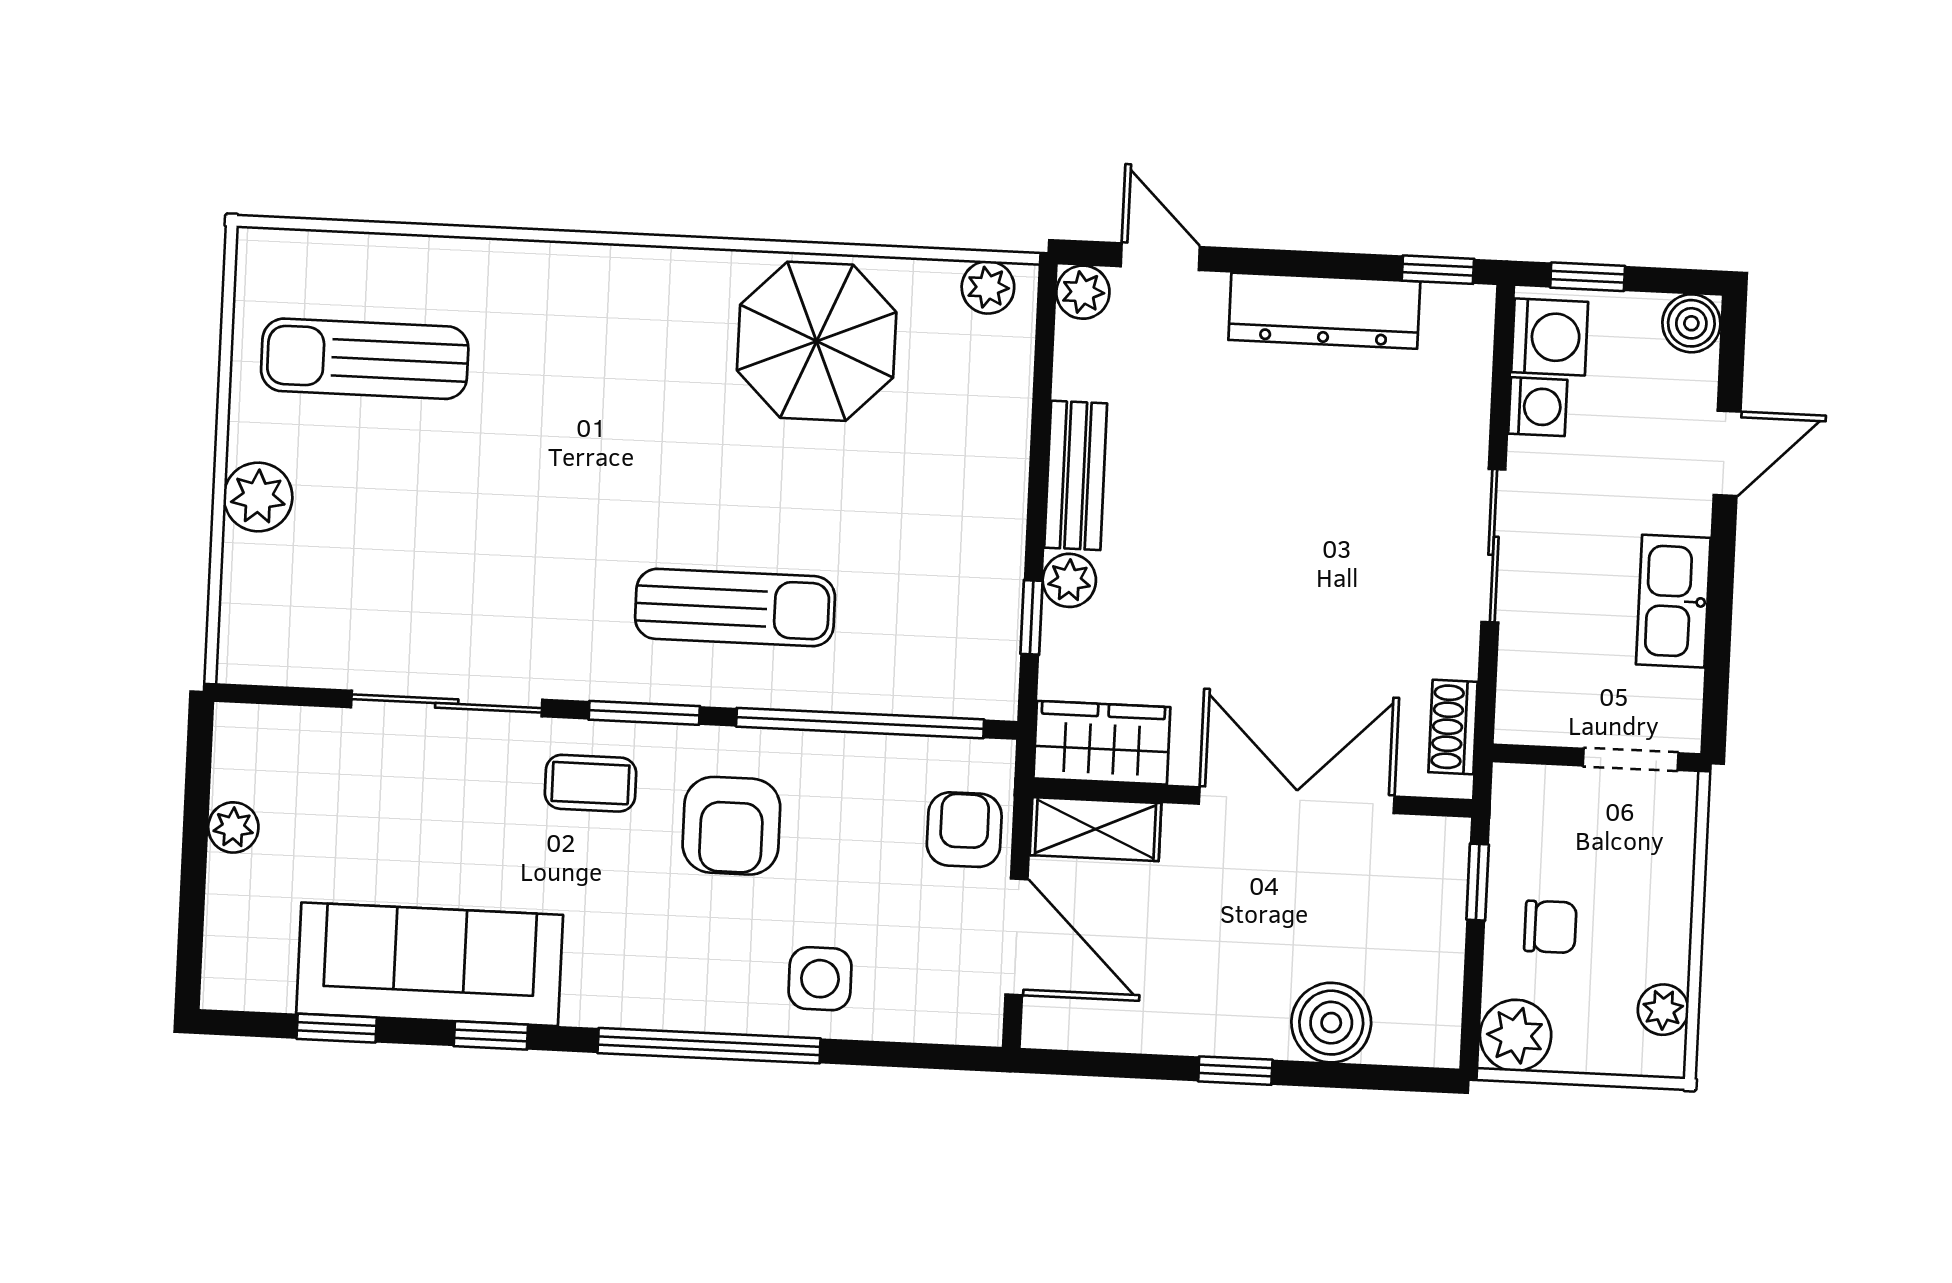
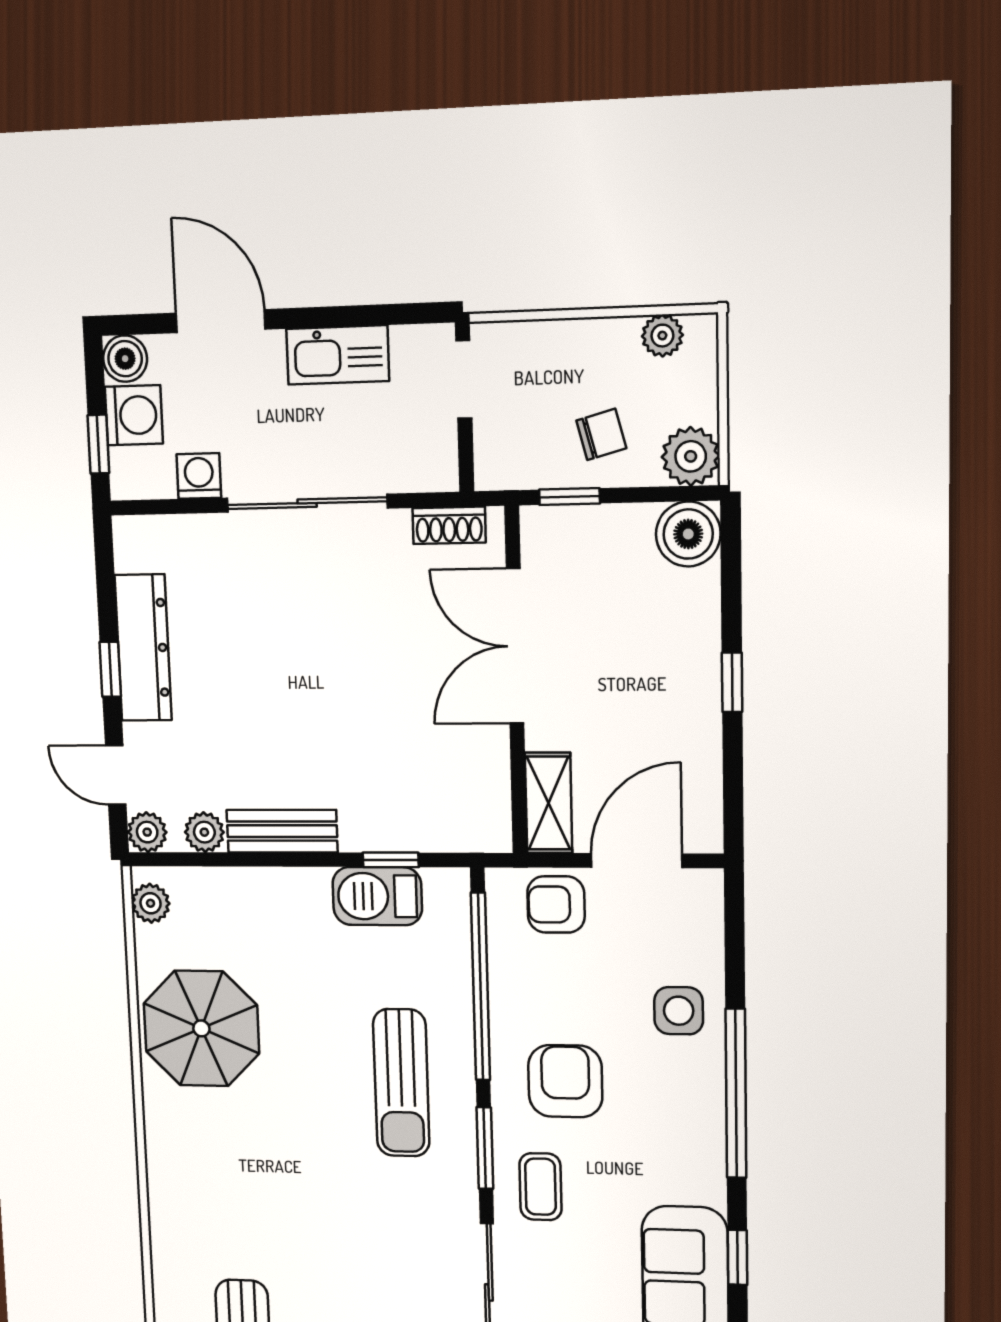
door: (1160, 257) -> (116, 775), hinge flipped
window: (1438, 270) -> (110, 669), moved
washing machine: (1550, 337) -> (134, 415), moved, turned 90
door: (1727, 453) -> (221, 321), width x1.38
sliding door: (1493, 546) -> (307, 503), width x1.37
plant: (1069, 580) -> (204, 832), moved
barbecue: (985, 596) -> (377, 896), added
sun lounger: (735, 608) -> (401, 1083), turned 180
wardrobe: (1102, 743) -> (482, 801), removed
armchair: (731, 826) -> (565, 1081), turned -90
chair: (1550, 927) -> (601, 434), turned 75
boiler: (1331, 1023) -> (688, 534), moved

